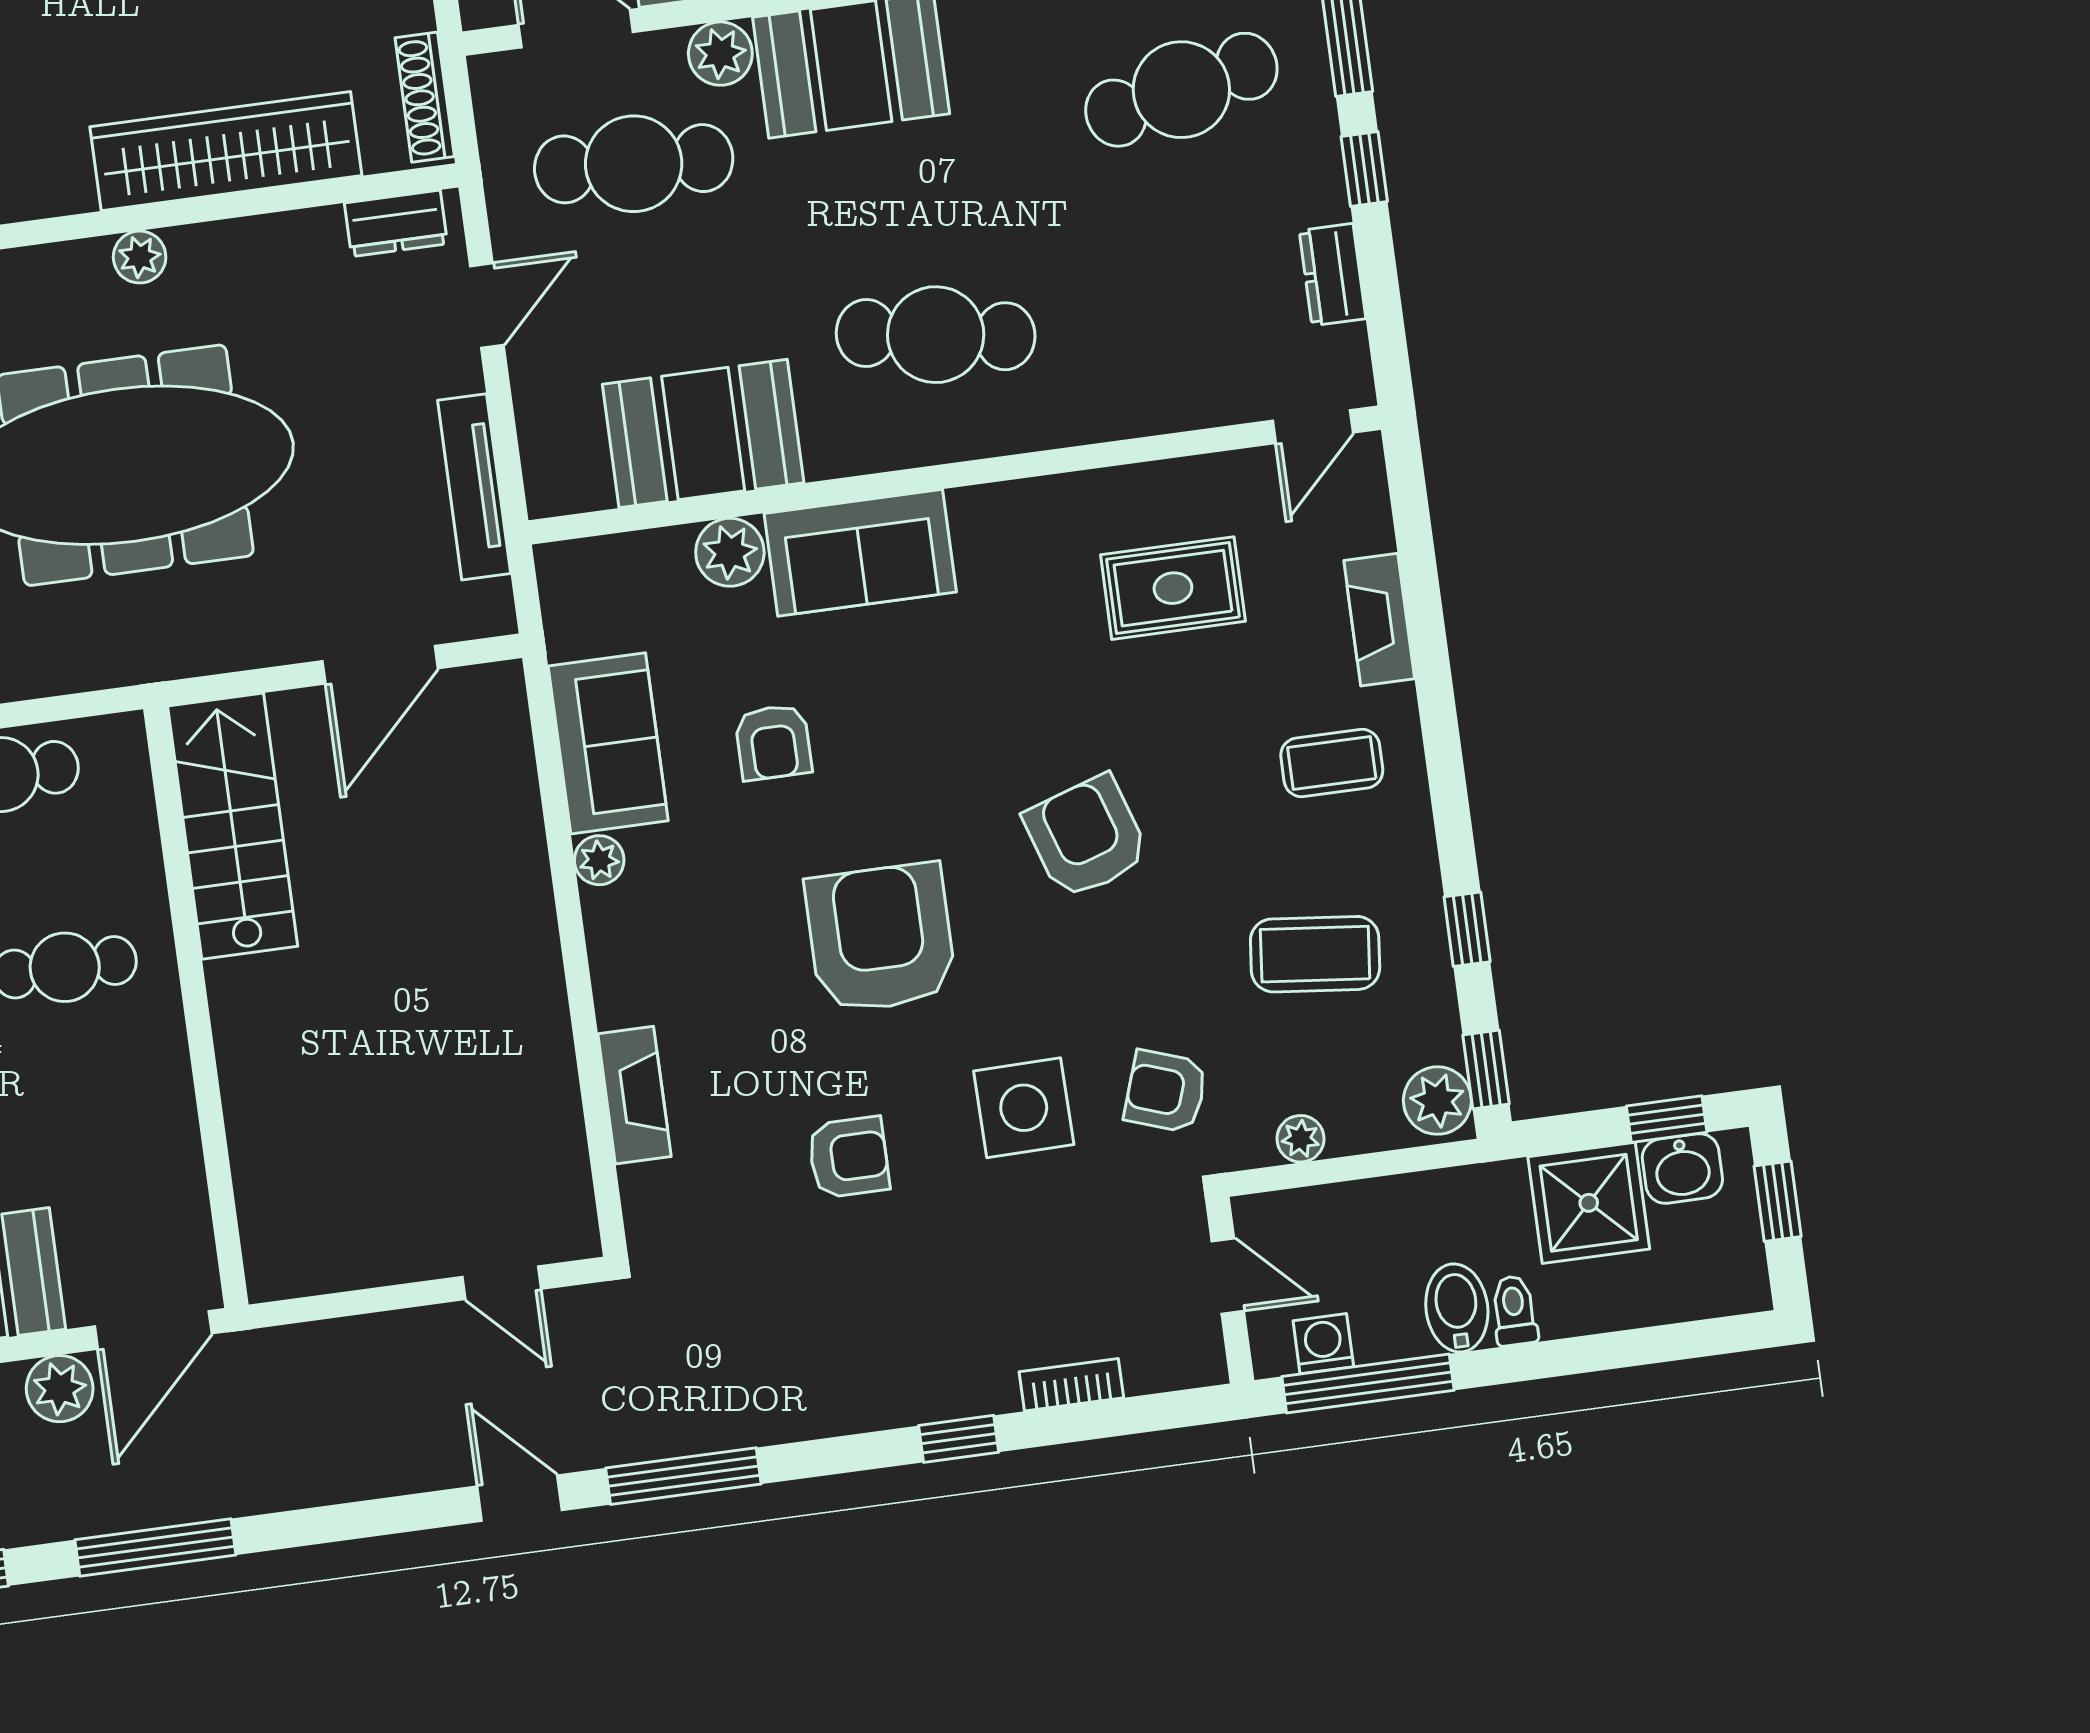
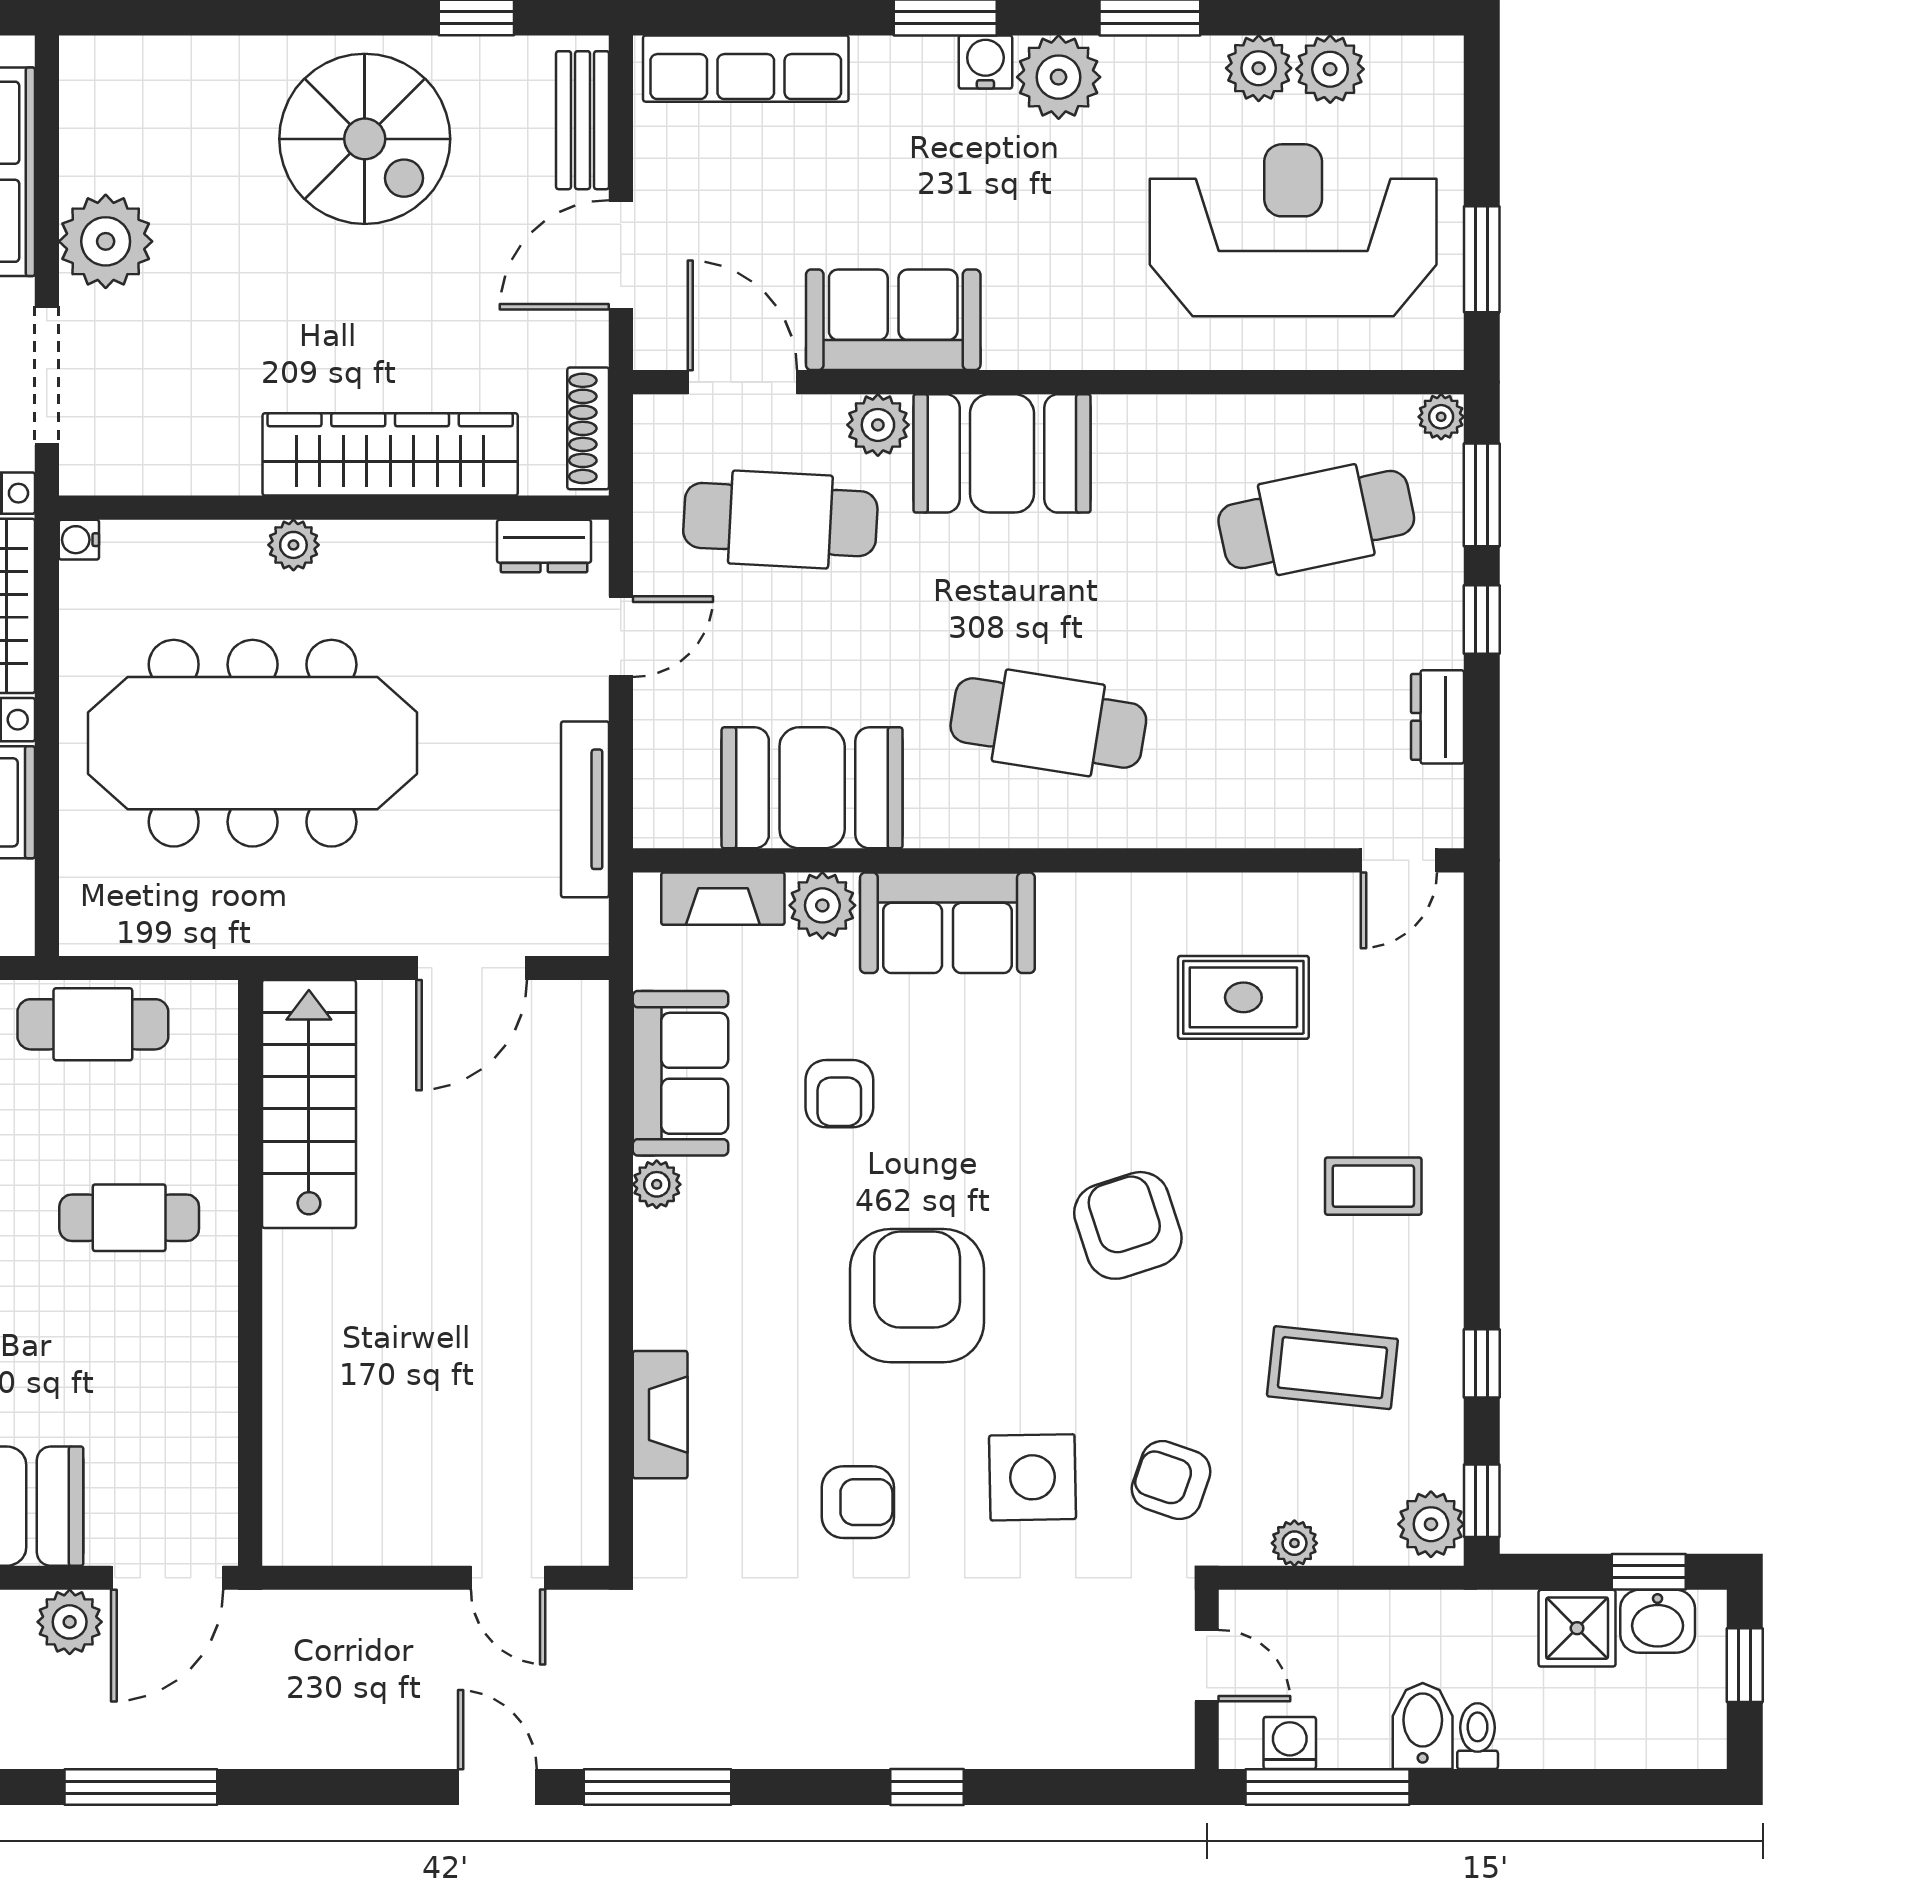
fireplace: (1379, 620) -> (723, 899), moved, turned -90
shower: (1589, 1203) -> (1577, 1628), width x0.73, depth x0.73
bookcase: (1071, 1385) -> (1042, 1750), removed

